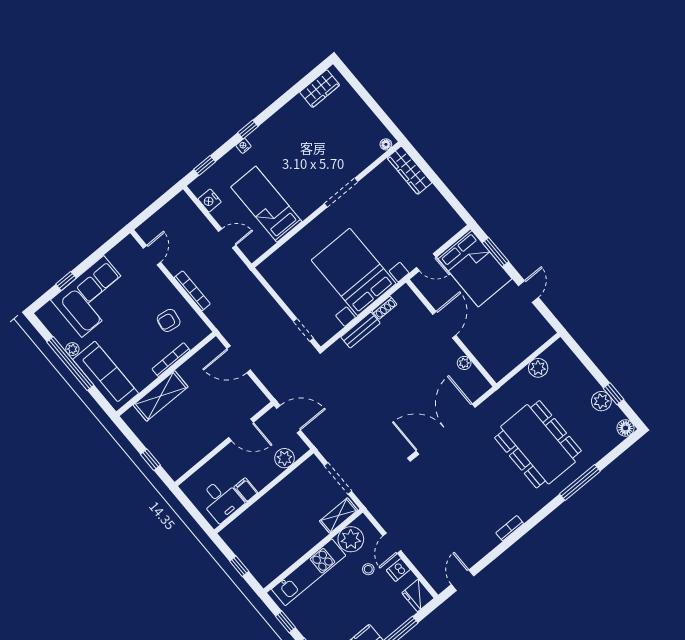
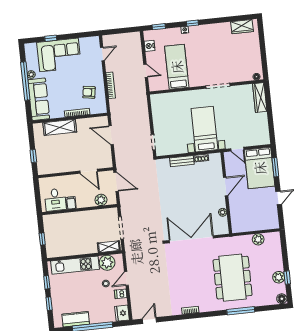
bed with nightstands: (354, 272) -> (204, 129), width x0.73

